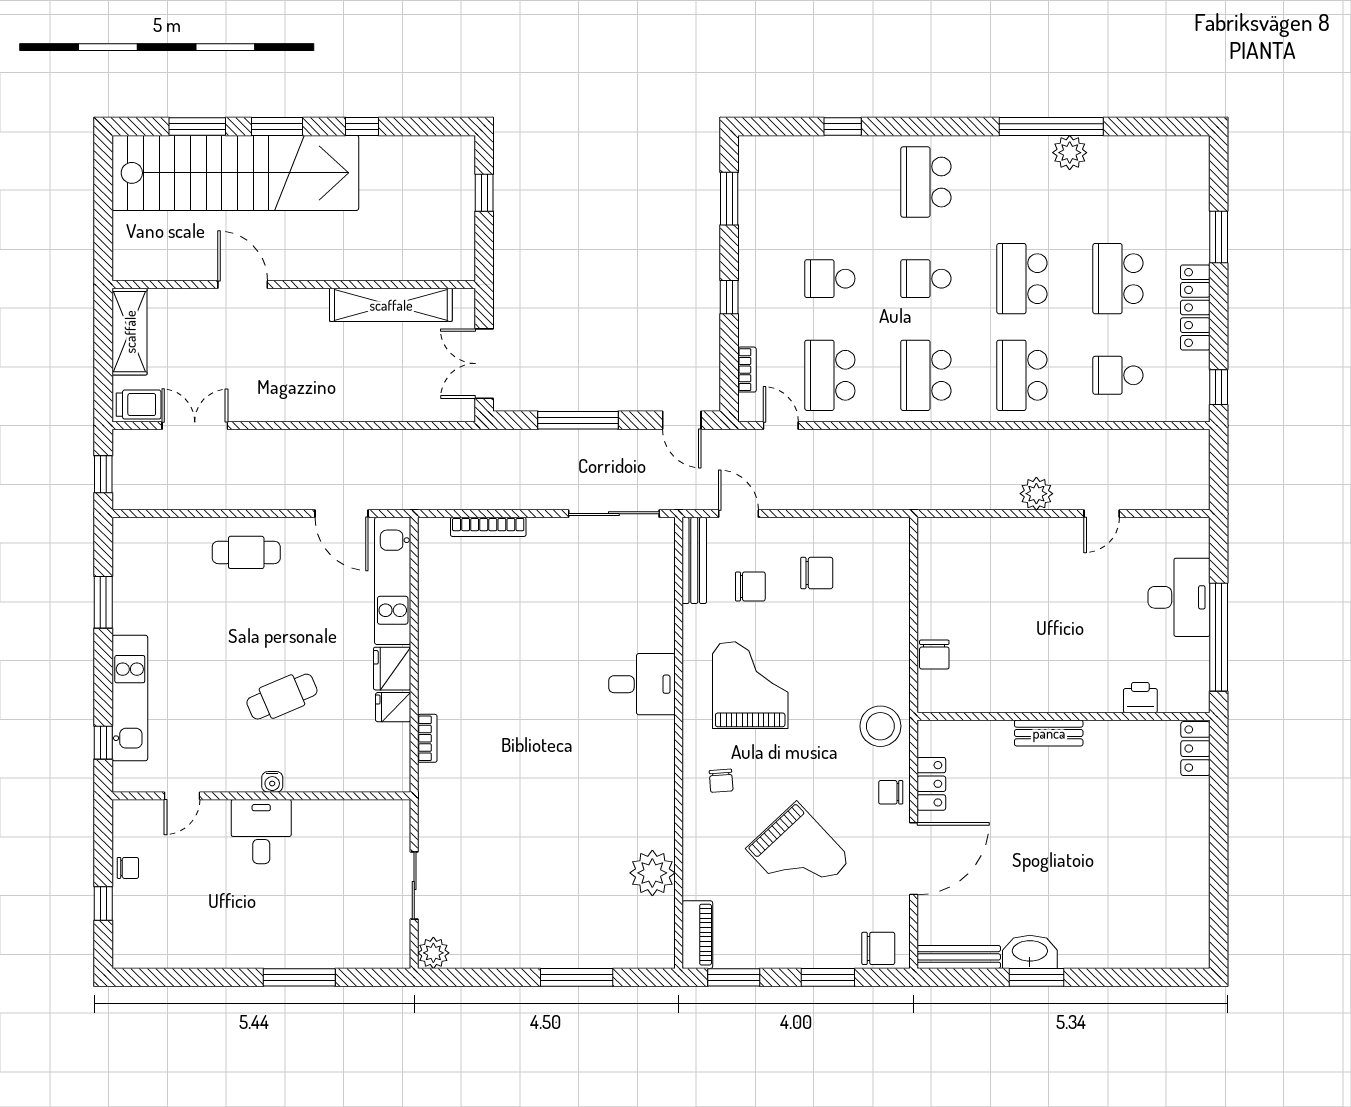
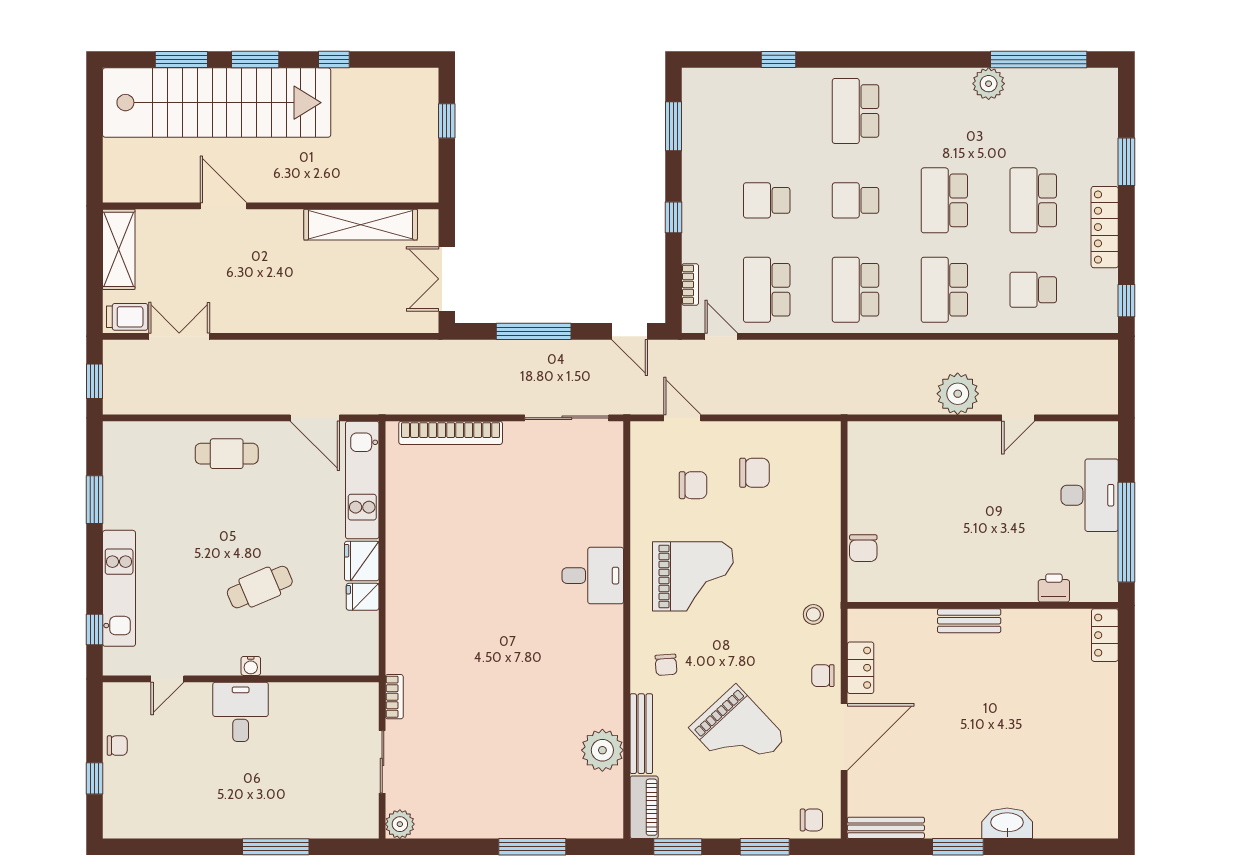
window: (1051, 126) -> (1039, 60), moved
plant: (1036, 494) -> (958, 394), width x1.36, depth x1.36
bookcase: (488, 527) -> (451, 433), width x1.48, depth x1.31
bench: (694, 560) -> (641, 734), moved
grand piano: (750, 685) -> (693, 576), turned 90
stool: (880, 726) -> (813, 614), width x0.53, depth x0.53
bookcase: (427, 738) -> (394, 697), moved
chair: (878, 948) -> (811, 820), width x0.73, depth x0.73
washbasin: (1030, 952) -> (1007, 823), moved

